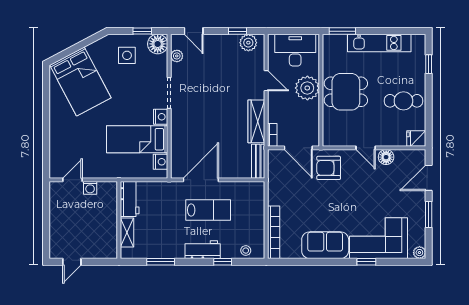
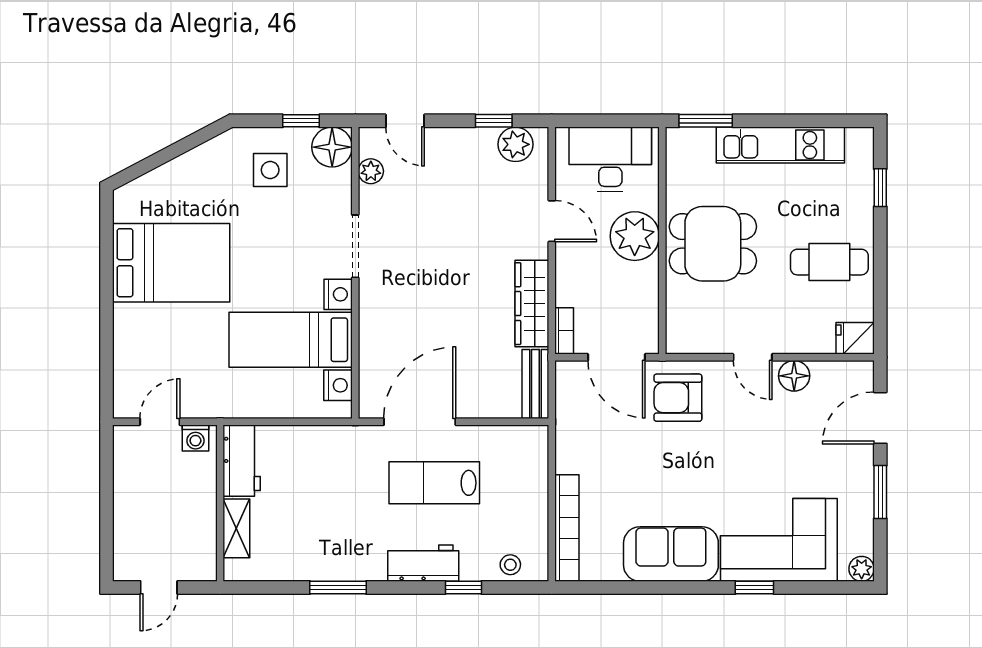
bed: (80, 81) -> (171, 263), moved, turned -62
workbench: (130, 199) -> (242, 461), moved
lab bench: (208, 210) -> (434, 483), turned 180
wall: (119, 220) -> (220, 503), moved
shelving: (127, 233) -> (236, 528), moved

